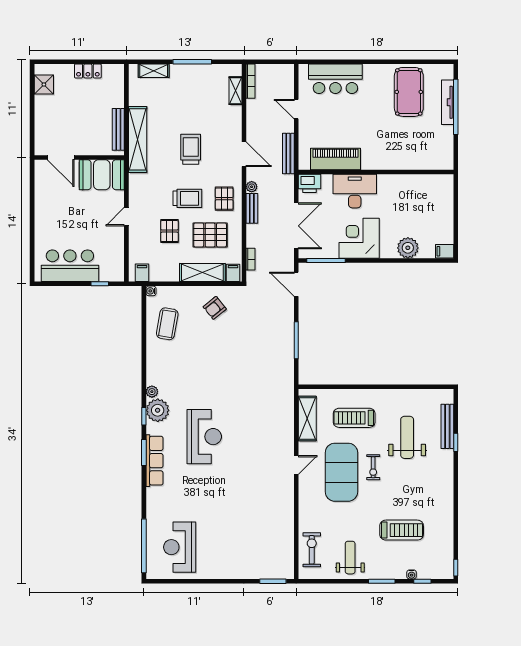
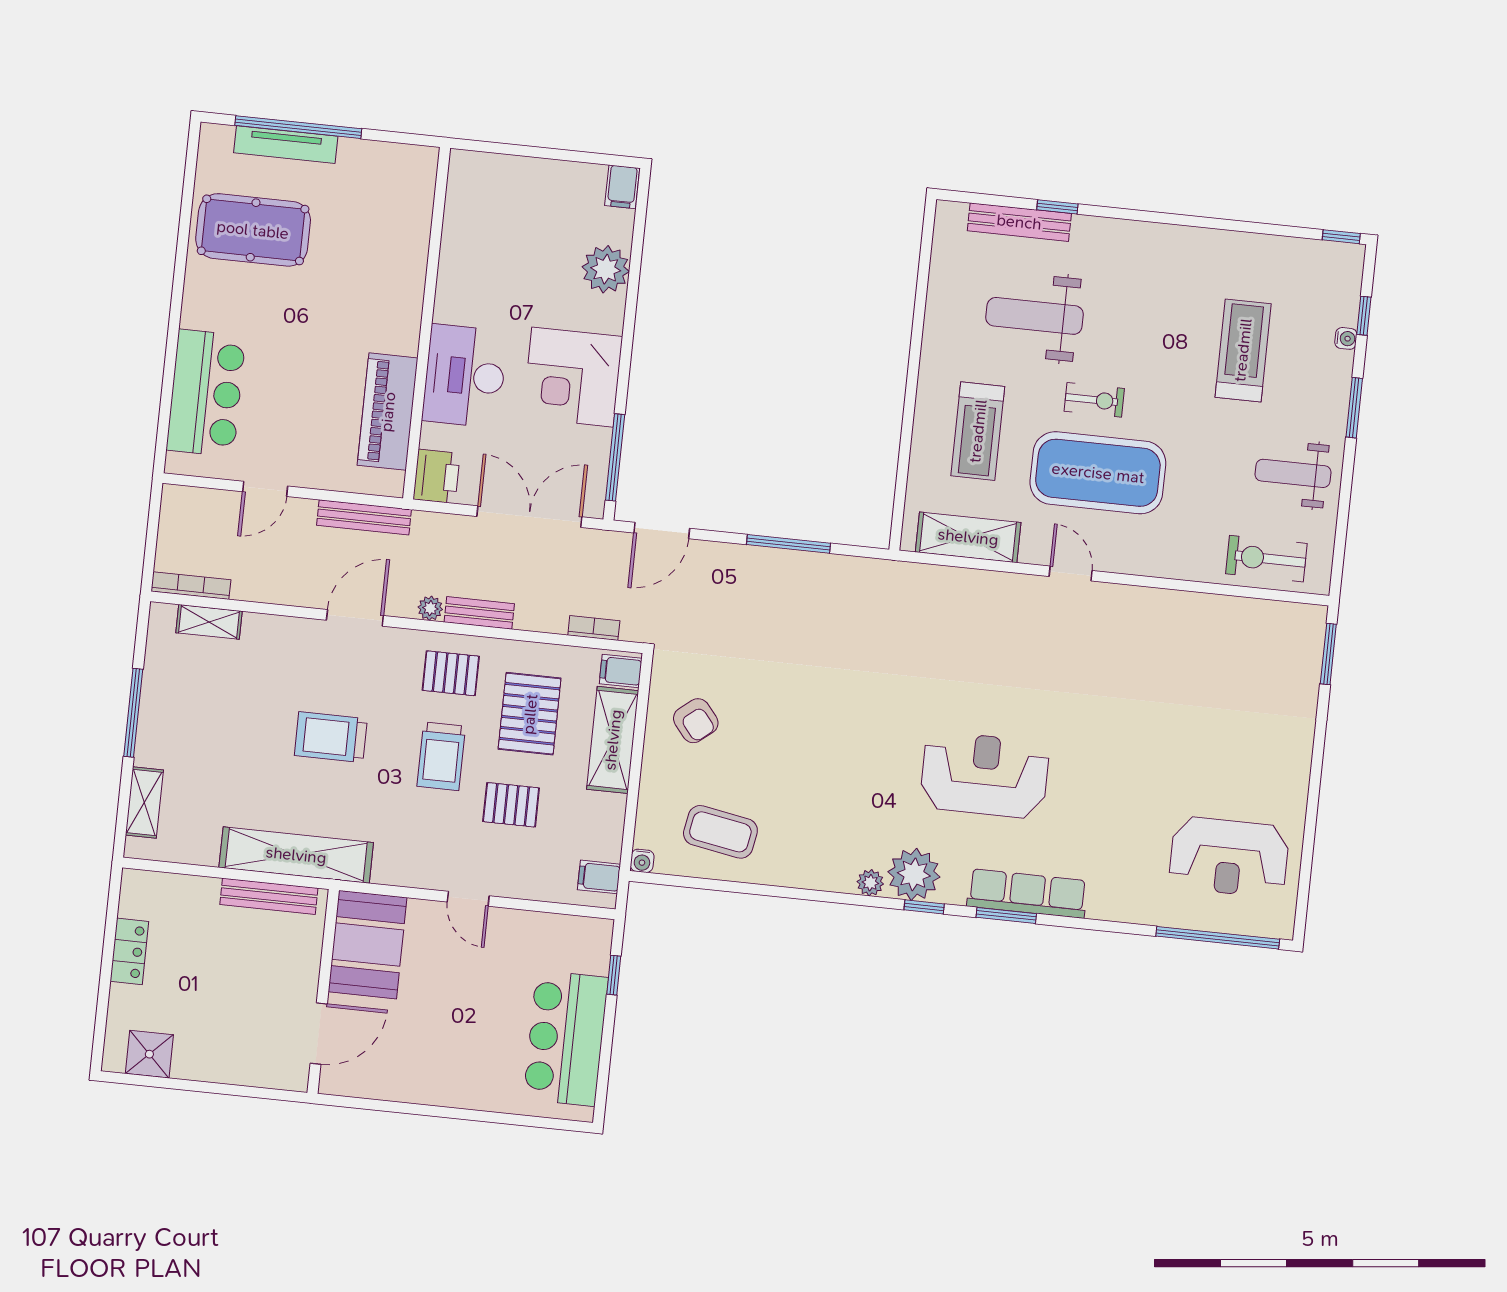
trolley: (187, 198) -> (441, 756), turned 180

